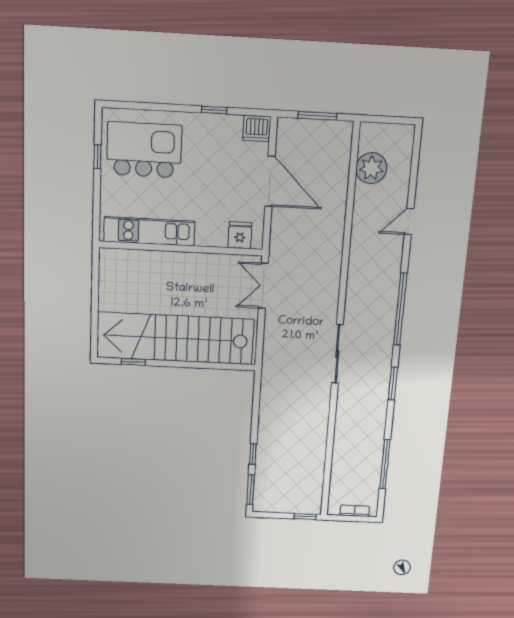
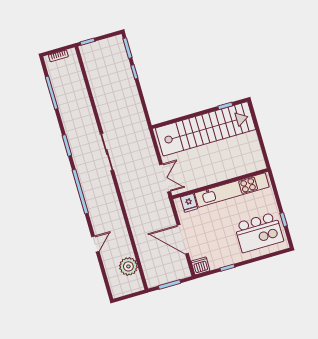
kitchen unit: (149, 231) -> (232, 190), width x1.36

